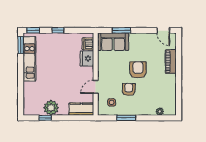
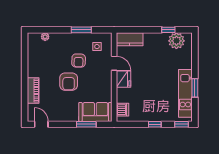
window: (21, 45) -> (195, 88), moved
fridge: (87, 58) -> (123, 79), moved
door: (96, 87) -> (114, 63), hinge flipped
plant: (51, 108) -> (176, 41), moved

